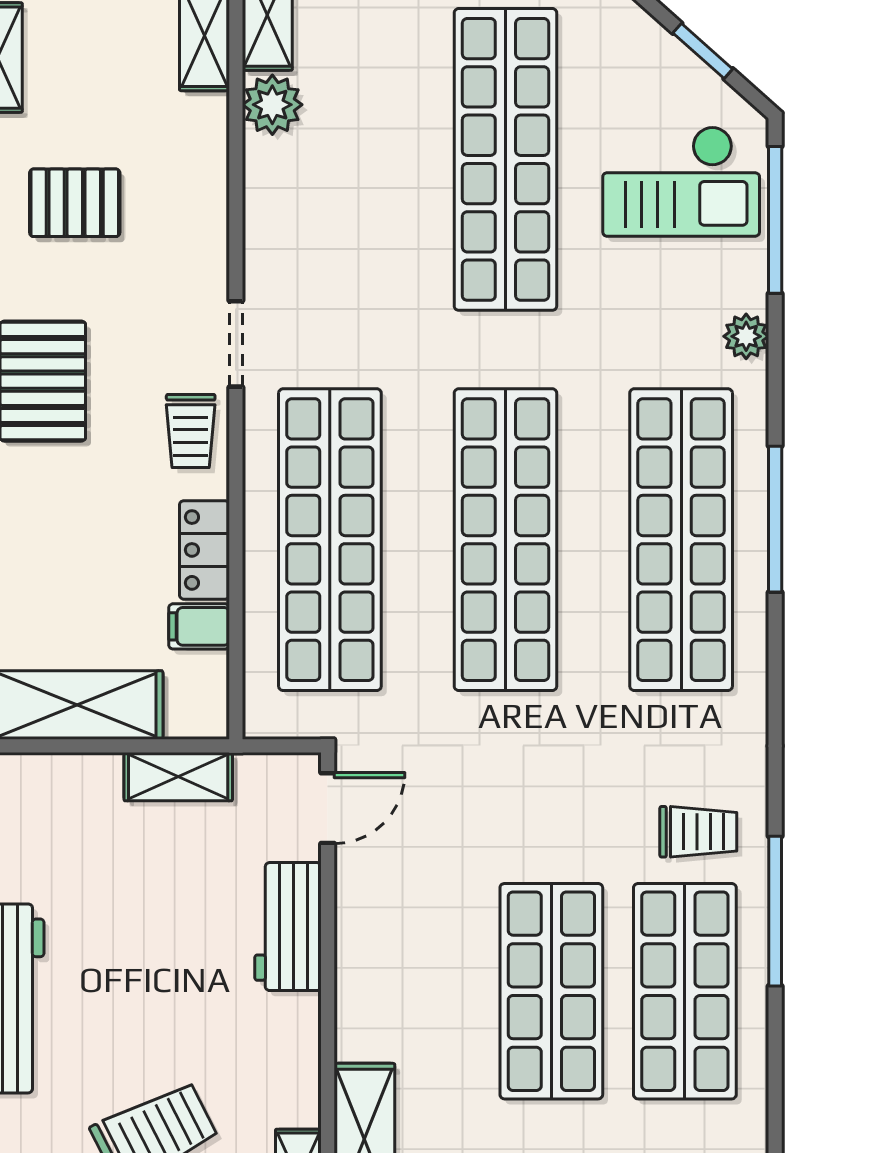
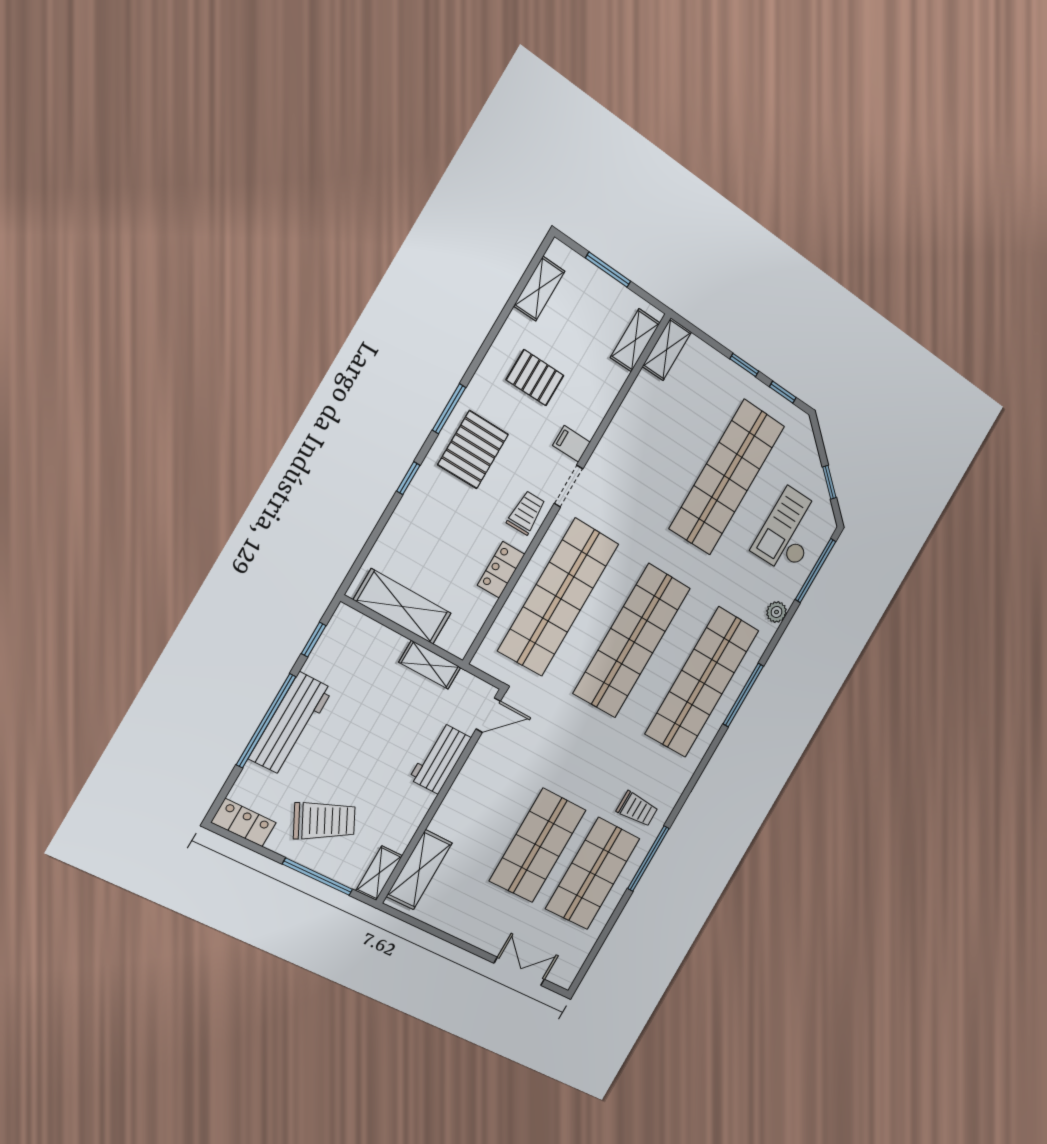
plant: (272, 105) -> (646, 390), removed
checkout: (681, 181) -> (790, 531), turned 90
trolley: (191, 431) -> (526, 513), turned 180
filing cabinet: (199, 626) -> (571, 444), moved

